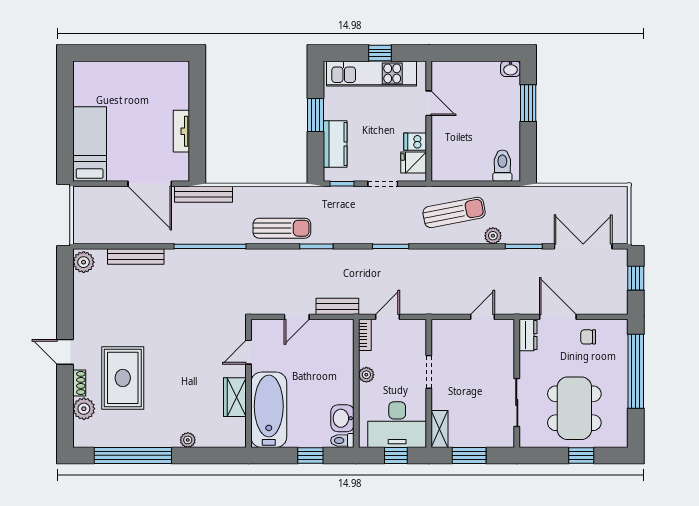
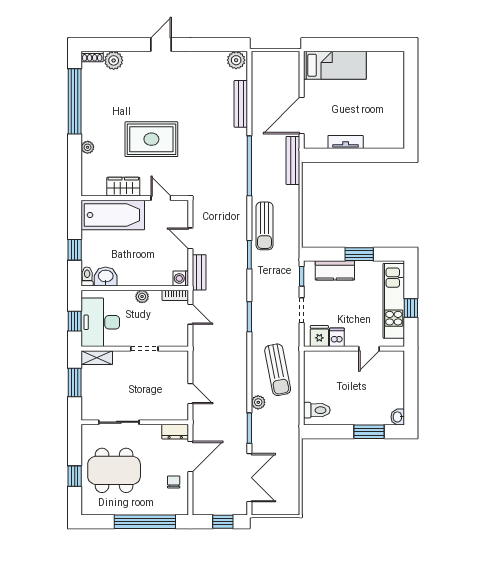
washing machine: (345, 328) -> (181, 278), added
rug: (123, 378) -> (151, 139), moved
shoe rack: (79, 383) -> (92, 57), moved

